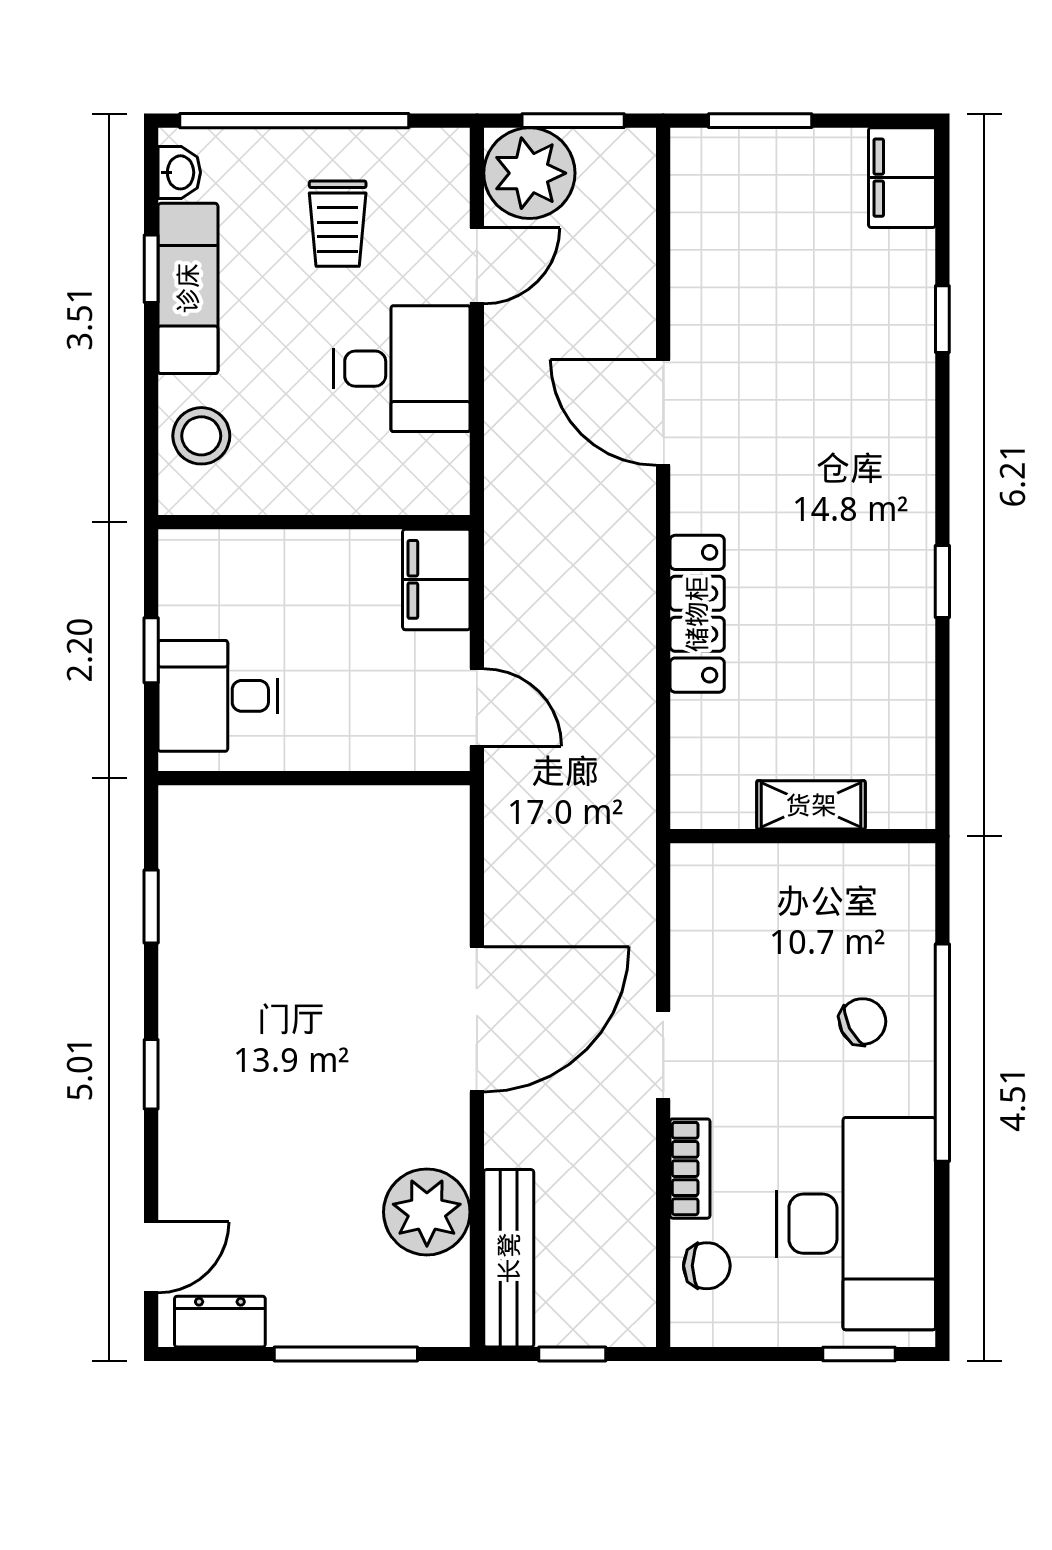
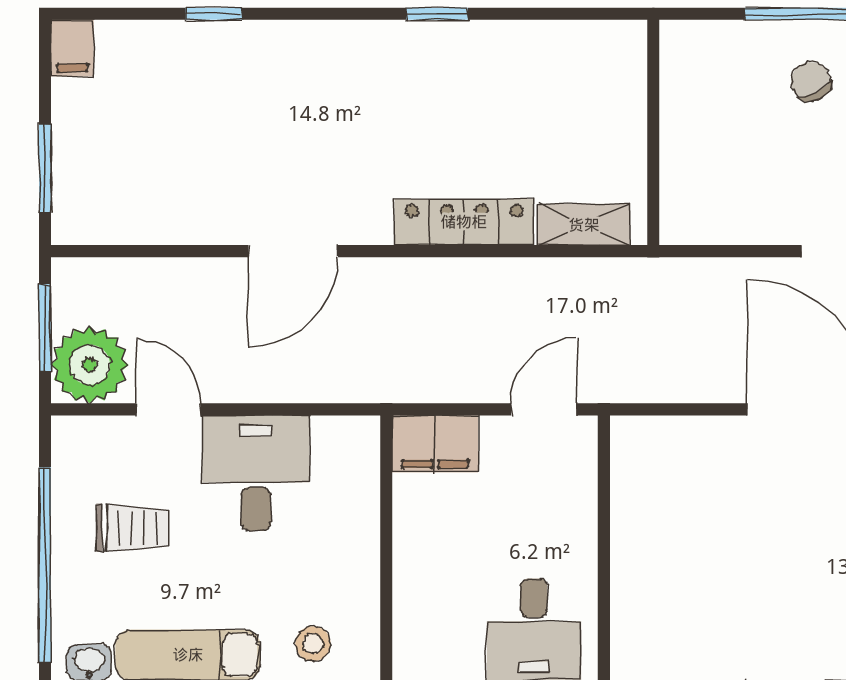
filing cabinet: (902, 178) -> (72, 48), width x0.50
stool: (201, 436) -> (313, 644), width x0.73, depth x0.73
shelving: (811, 805) -> (584, 225), moved, turned 90

